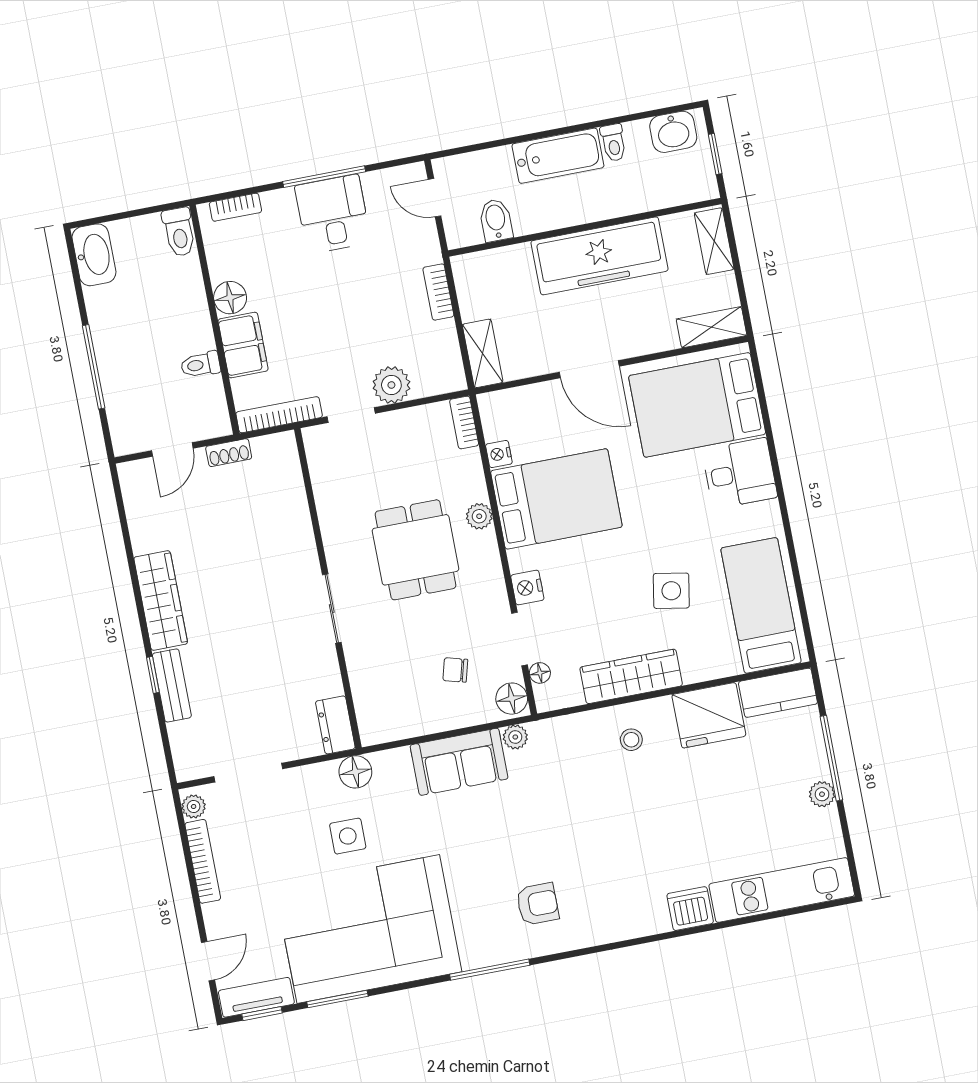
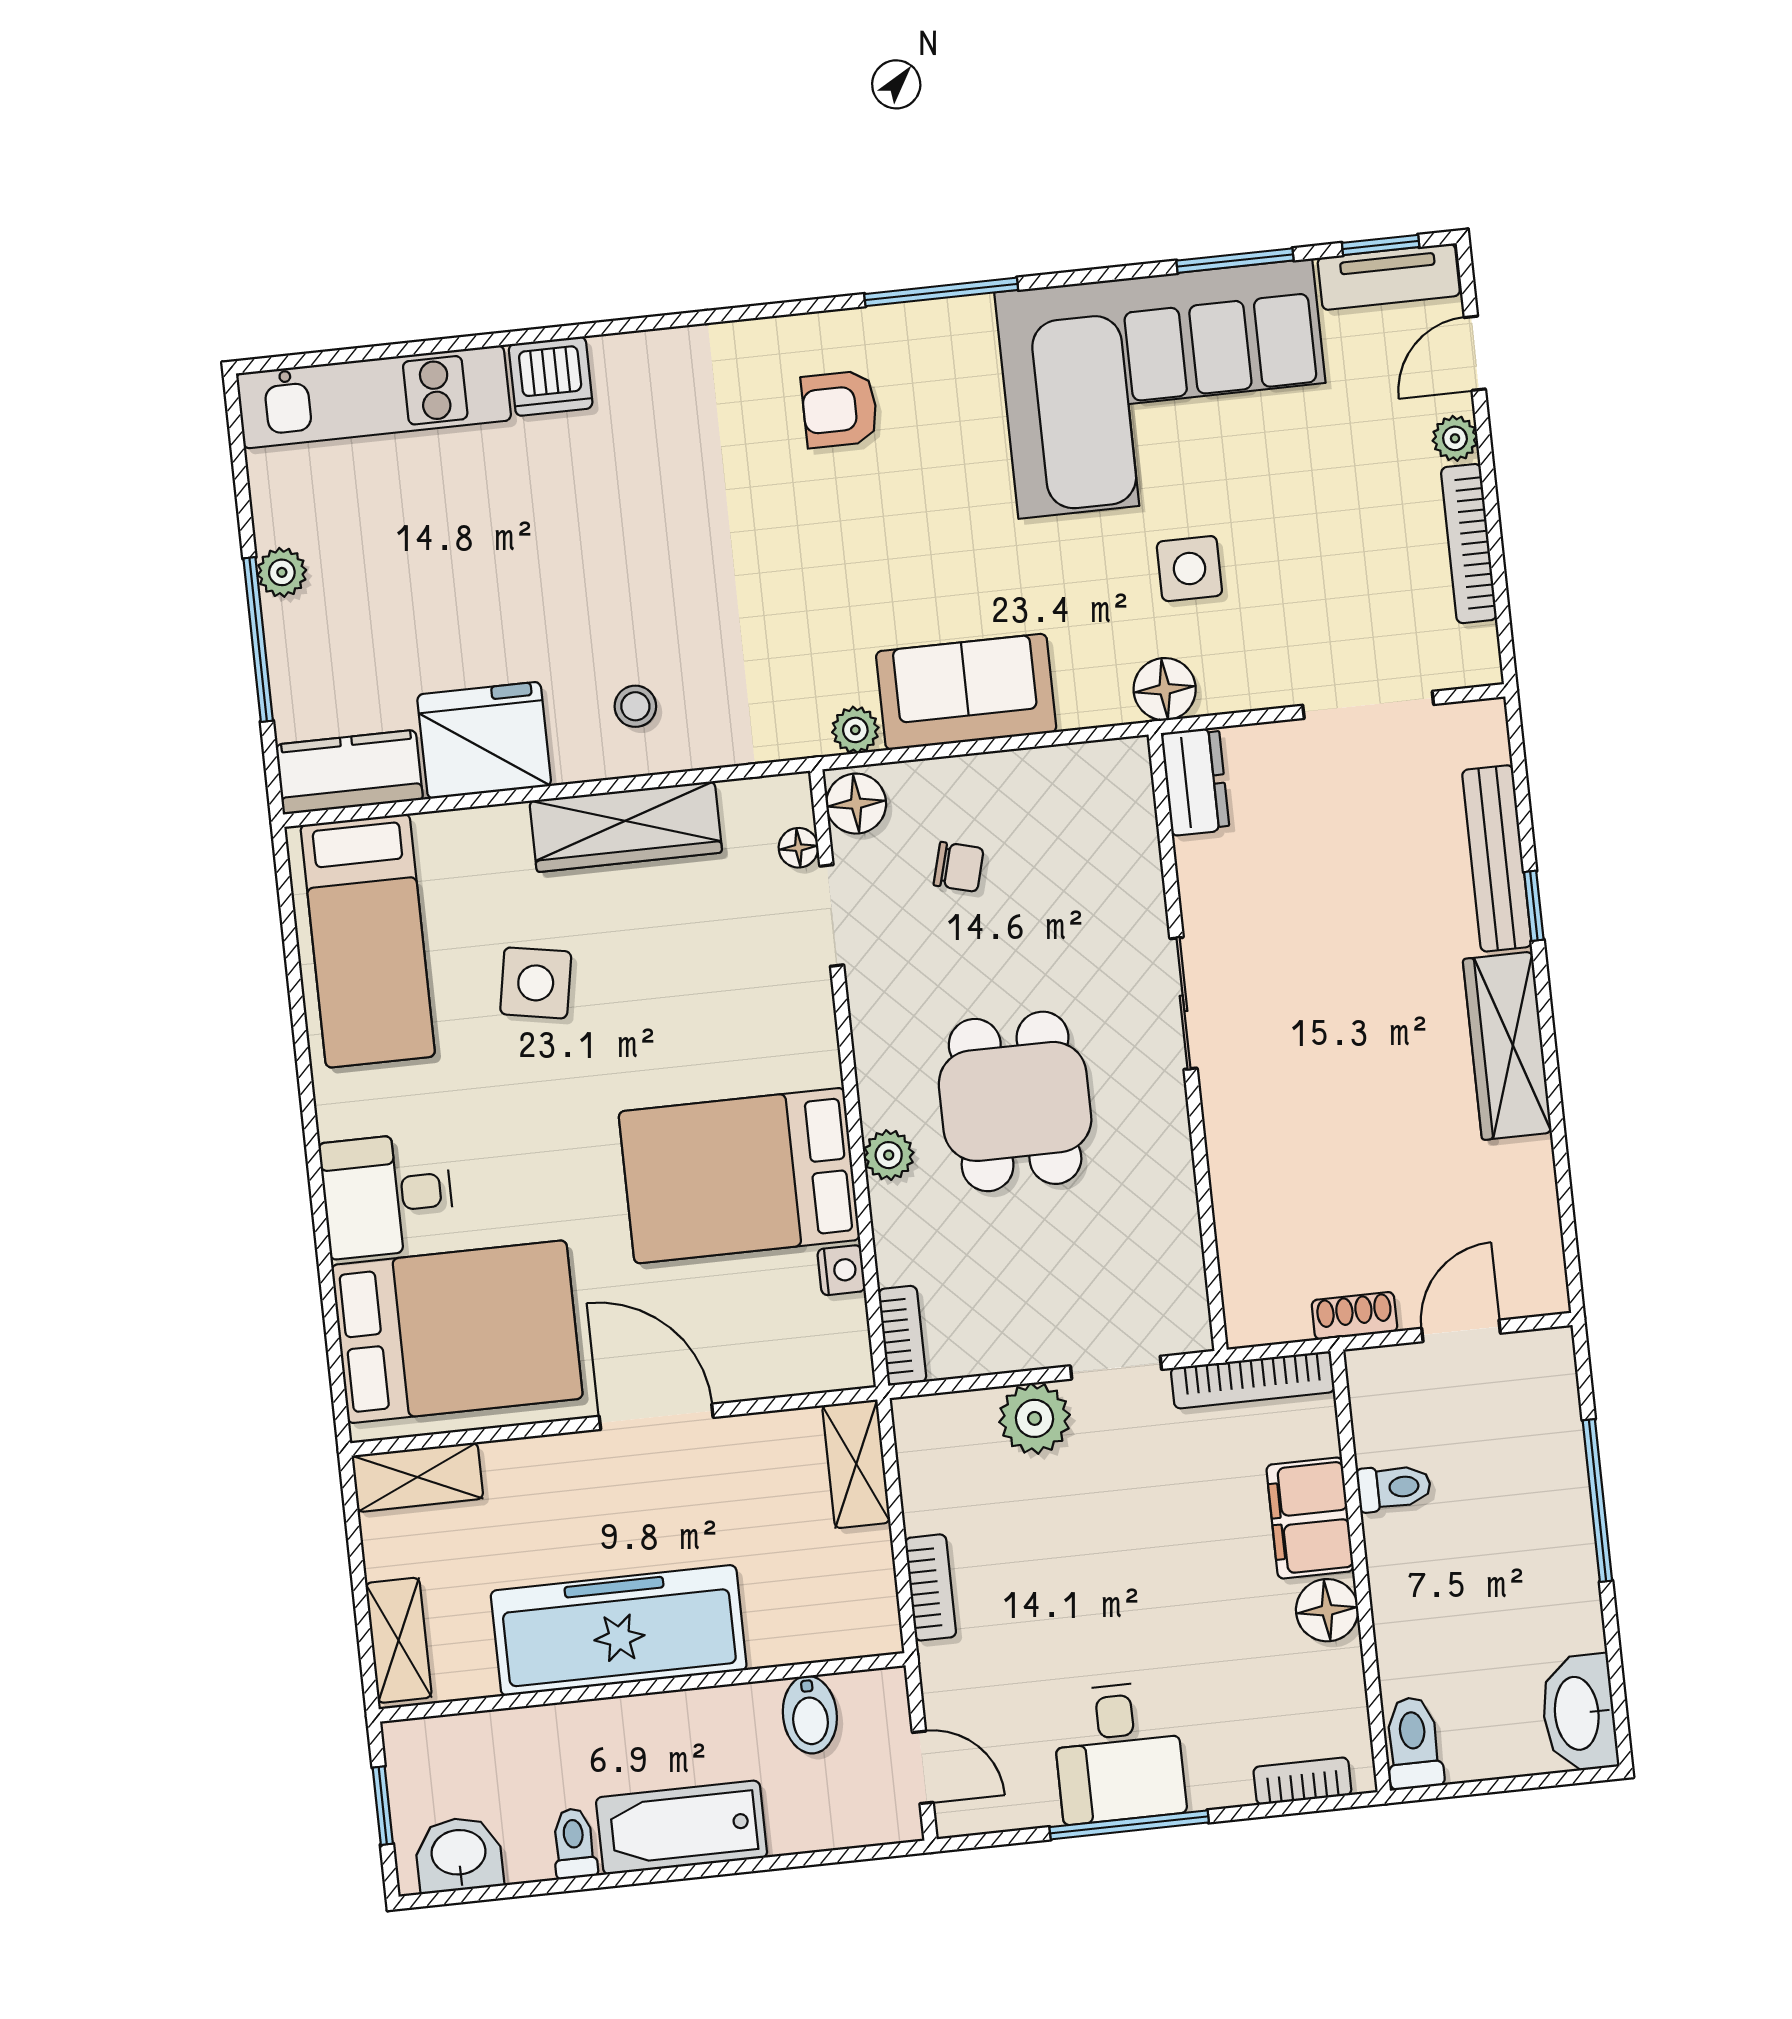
nightstand: (527, 588) -> (809, 1012), removed
bench: (172, 685) -> (1497, 858), width x1.36
plant: (194, 806) -> (1455, 438), moved

